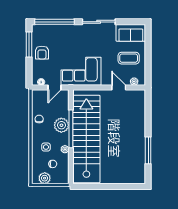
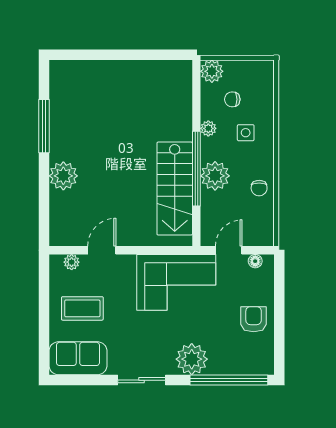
sliding door: (99, 22) -> (142, 380), width x0.73
plant: (73, 32) -> (192, 359), added
window: (29, 45) -> (279, 335), removed
door: (119, 88) -> (102, 250), swing flipped
plant: (138, 125) -> (63, 176), added
stairs: (86, 139) -> (175, 189), width x0.54, depth x0.66
plant: (45, 178) -> (212, 71), moved

